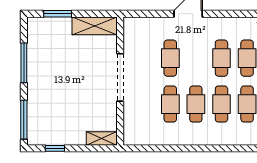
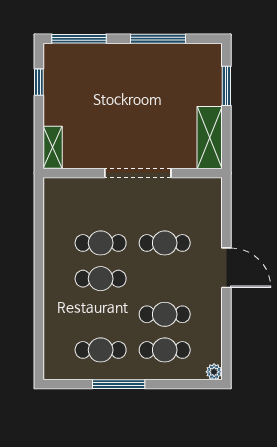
cafe table: (221, 104) -> (101, 314), removed

